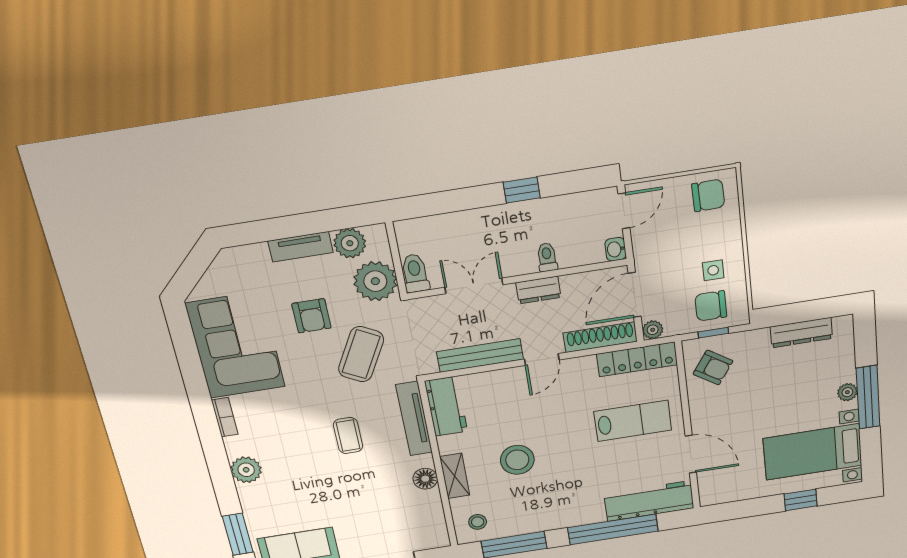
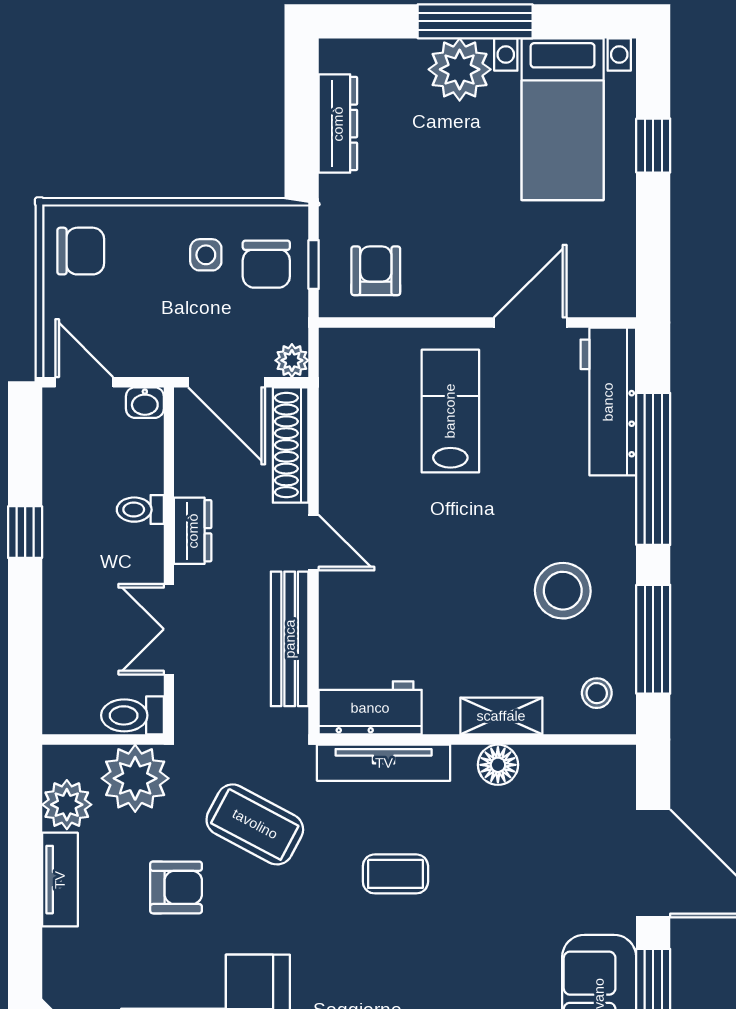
chair: (708, 195) -> (81, 251), turned 91
locker: (637, 359) -> (340, 391), removed
armchair: (713, 367) -> (376, 271), turned -34
plant: (847, 392) -> (460, 69), width x1.88, depth x1.88
stool: (517, 460) -> (563, 591), moved

